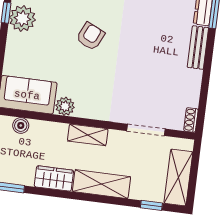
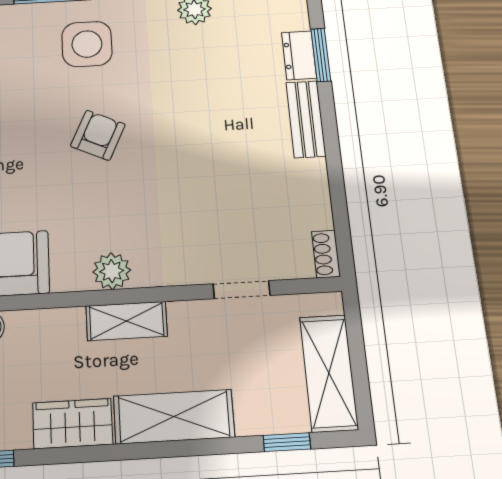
plant: (65, 106) -> (112, 271), moved
doorway: (146, 130) -> (242, 290), width x0.73

